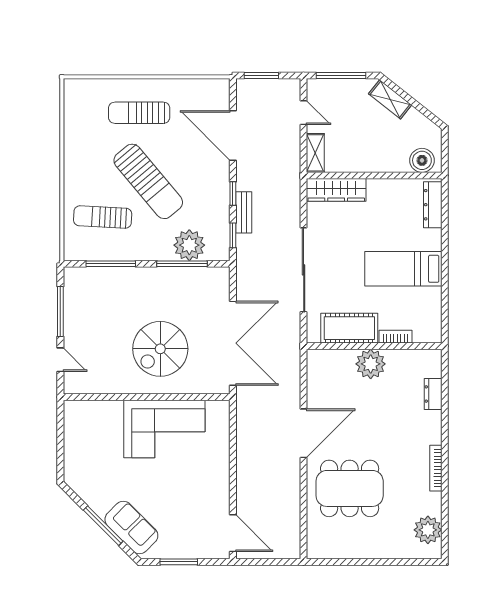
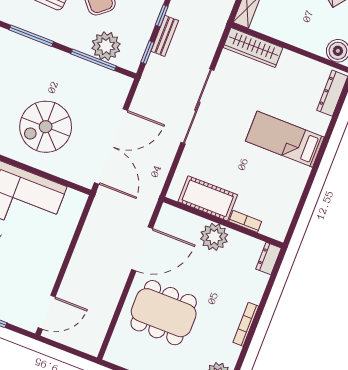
cot: (349, 328) -> (208, 198), moved
bookcase: (396, 337) -> (245, 221), moved
wall: (374, 346) -> (223, 222), moved
plant: (371, 364) -> (214, 237), moved
door: (233, 533) -> (47, 312), hinge flipped

